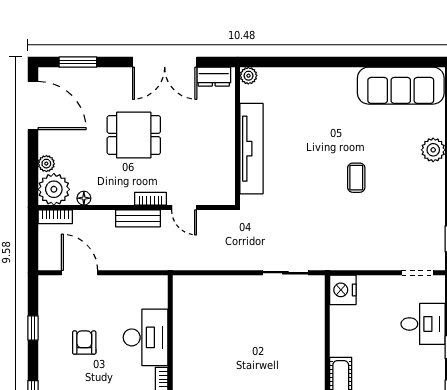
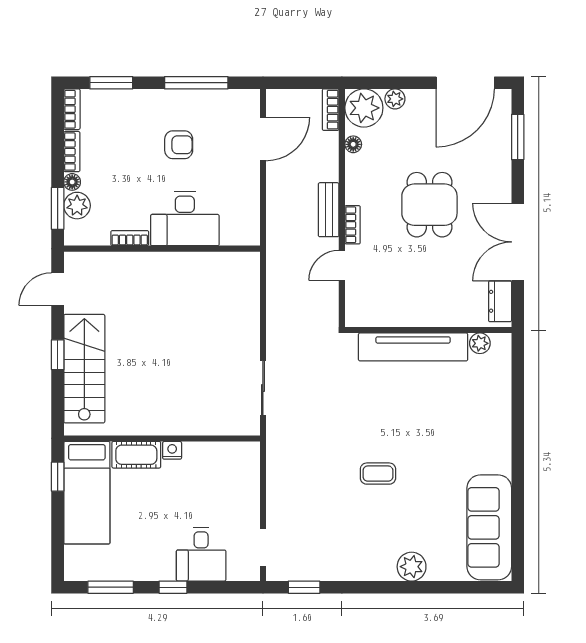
plant: (248, 76) -> (480, 343), moved
nightstand: (343, 290) -> (172, 450), moved, width x0.53, depth x0.56
window: (33, 328) -> (196, 83), width x2.17

